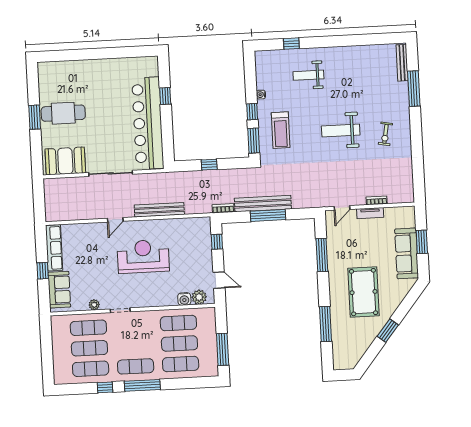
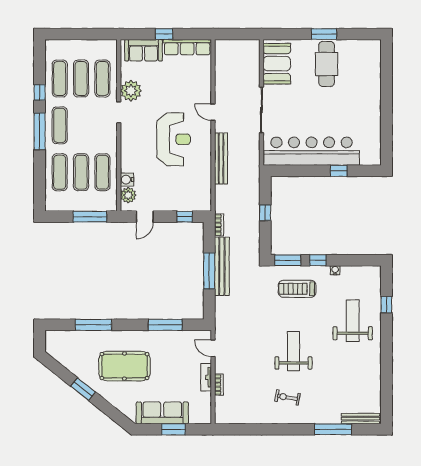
weight bench: (308, 75) -> (353, 321), width x1.36, depth x1.33
plant: (94, 305) -> (131, 91), width x1.88, depth x1.88
window: (223, 349) -> (90, 217), moved

